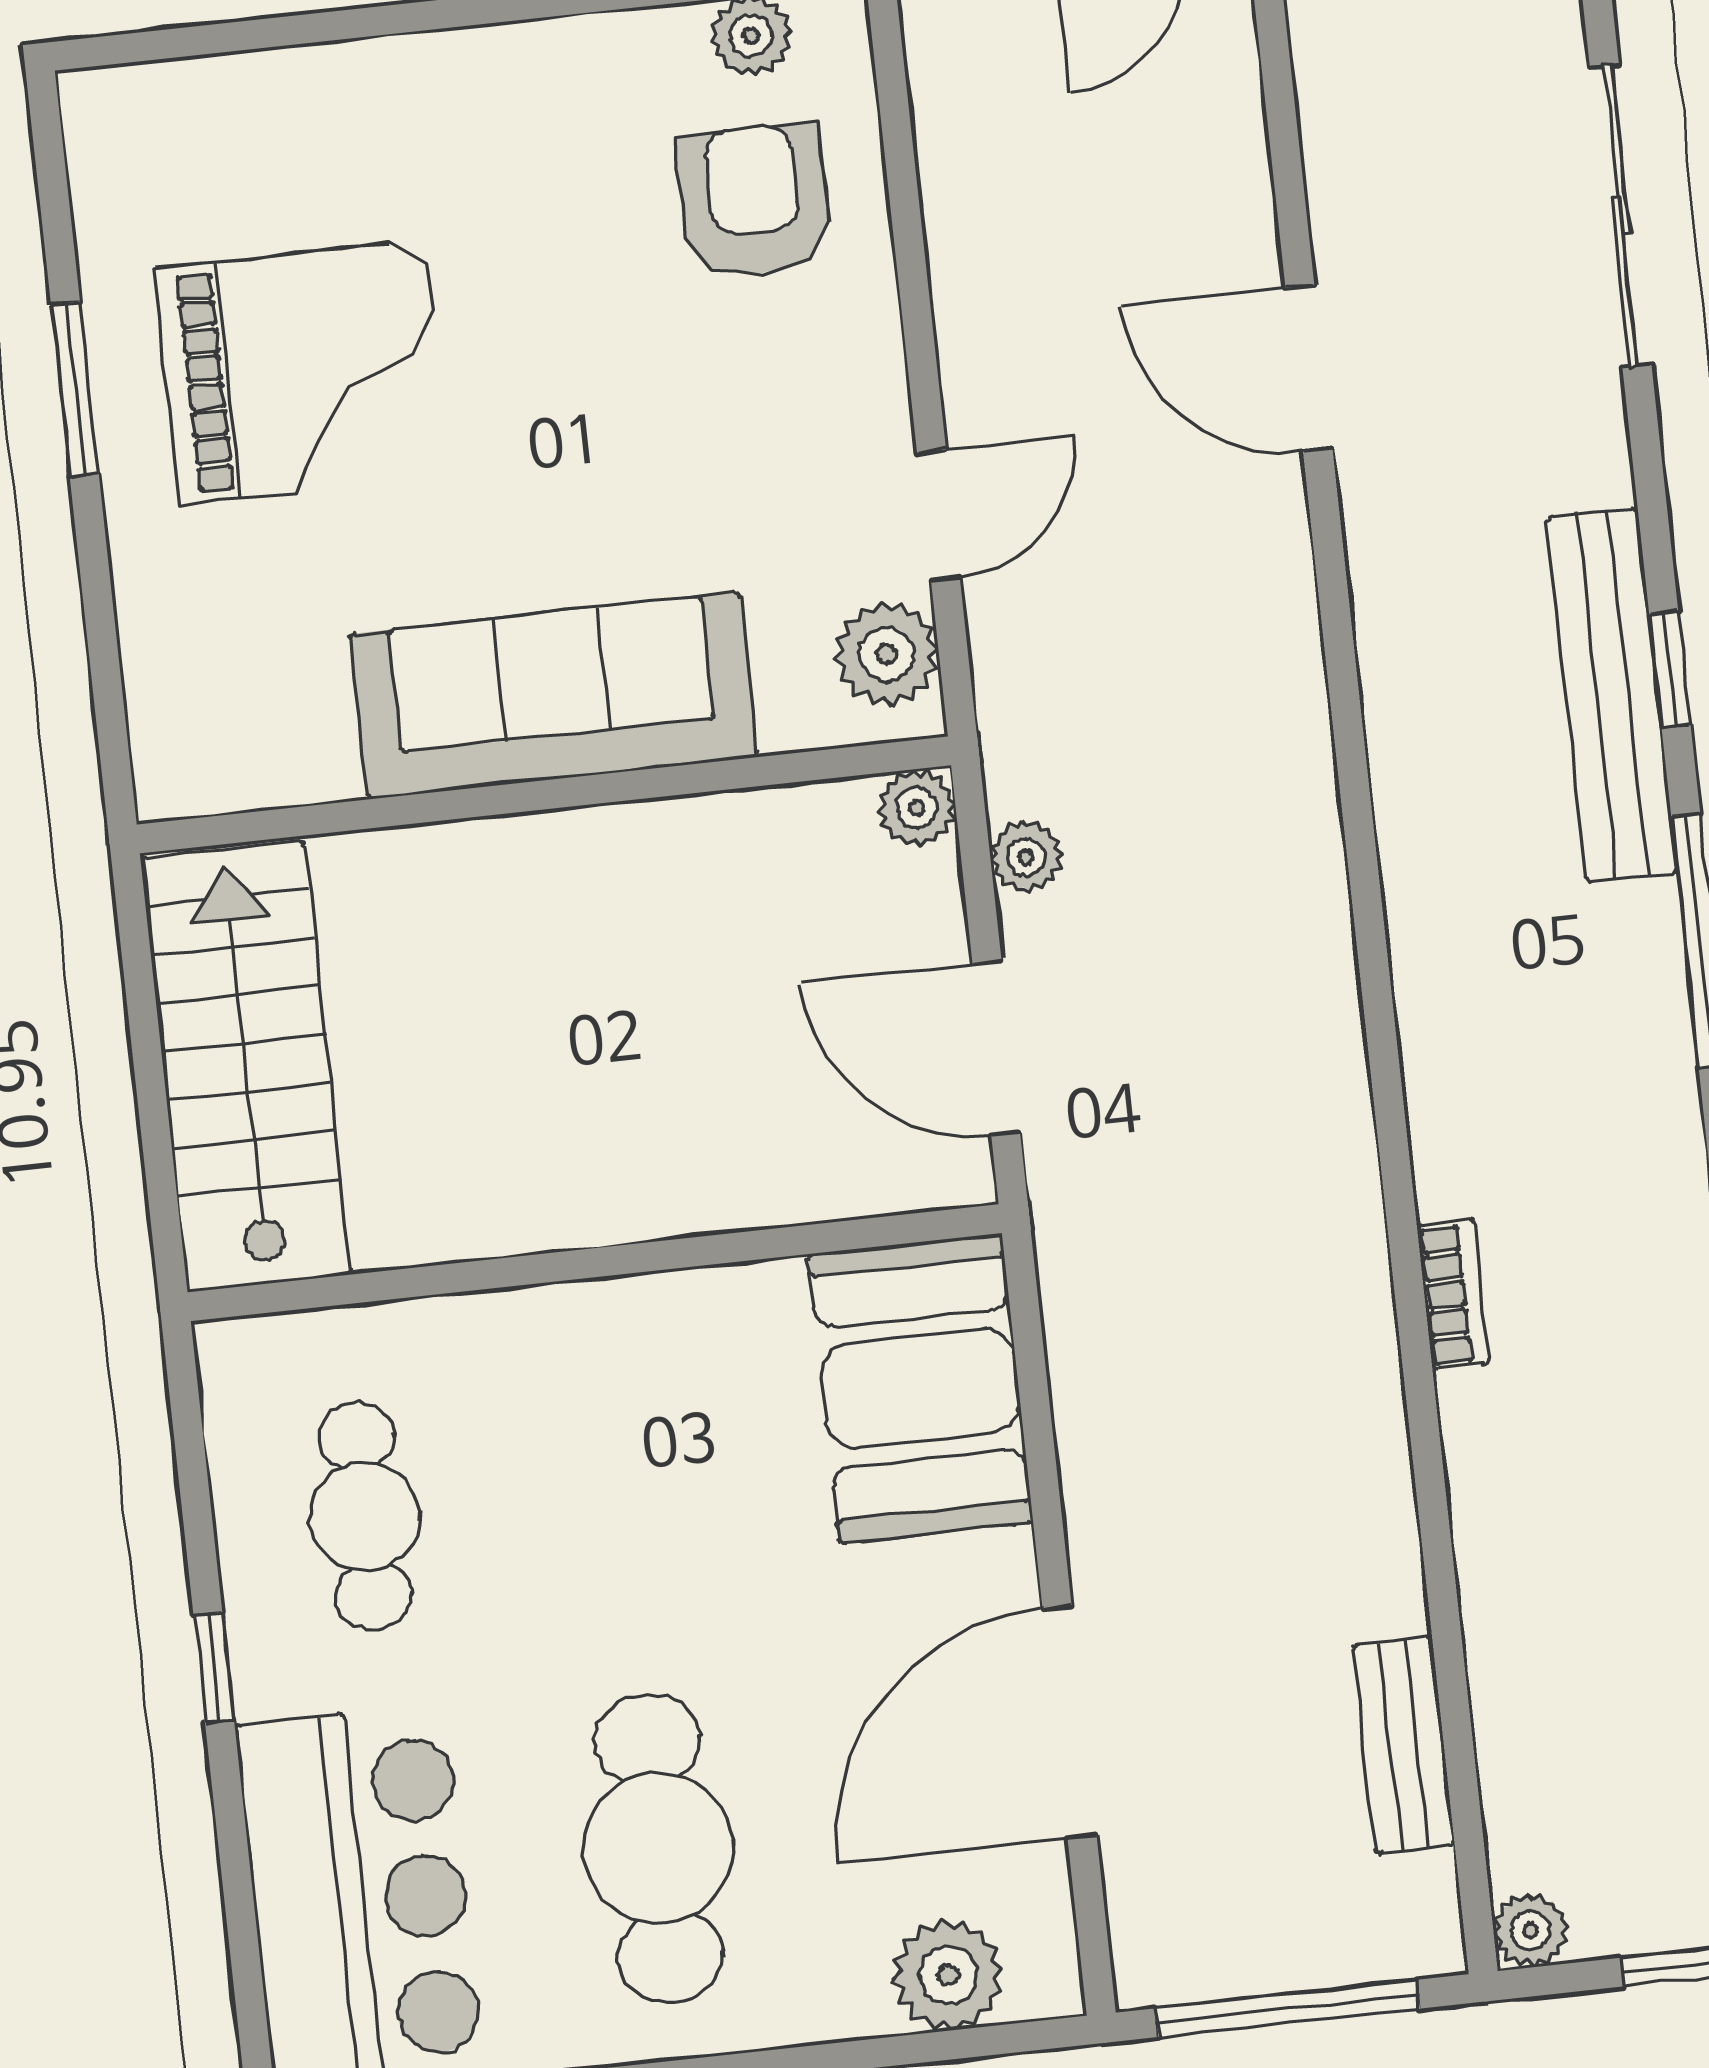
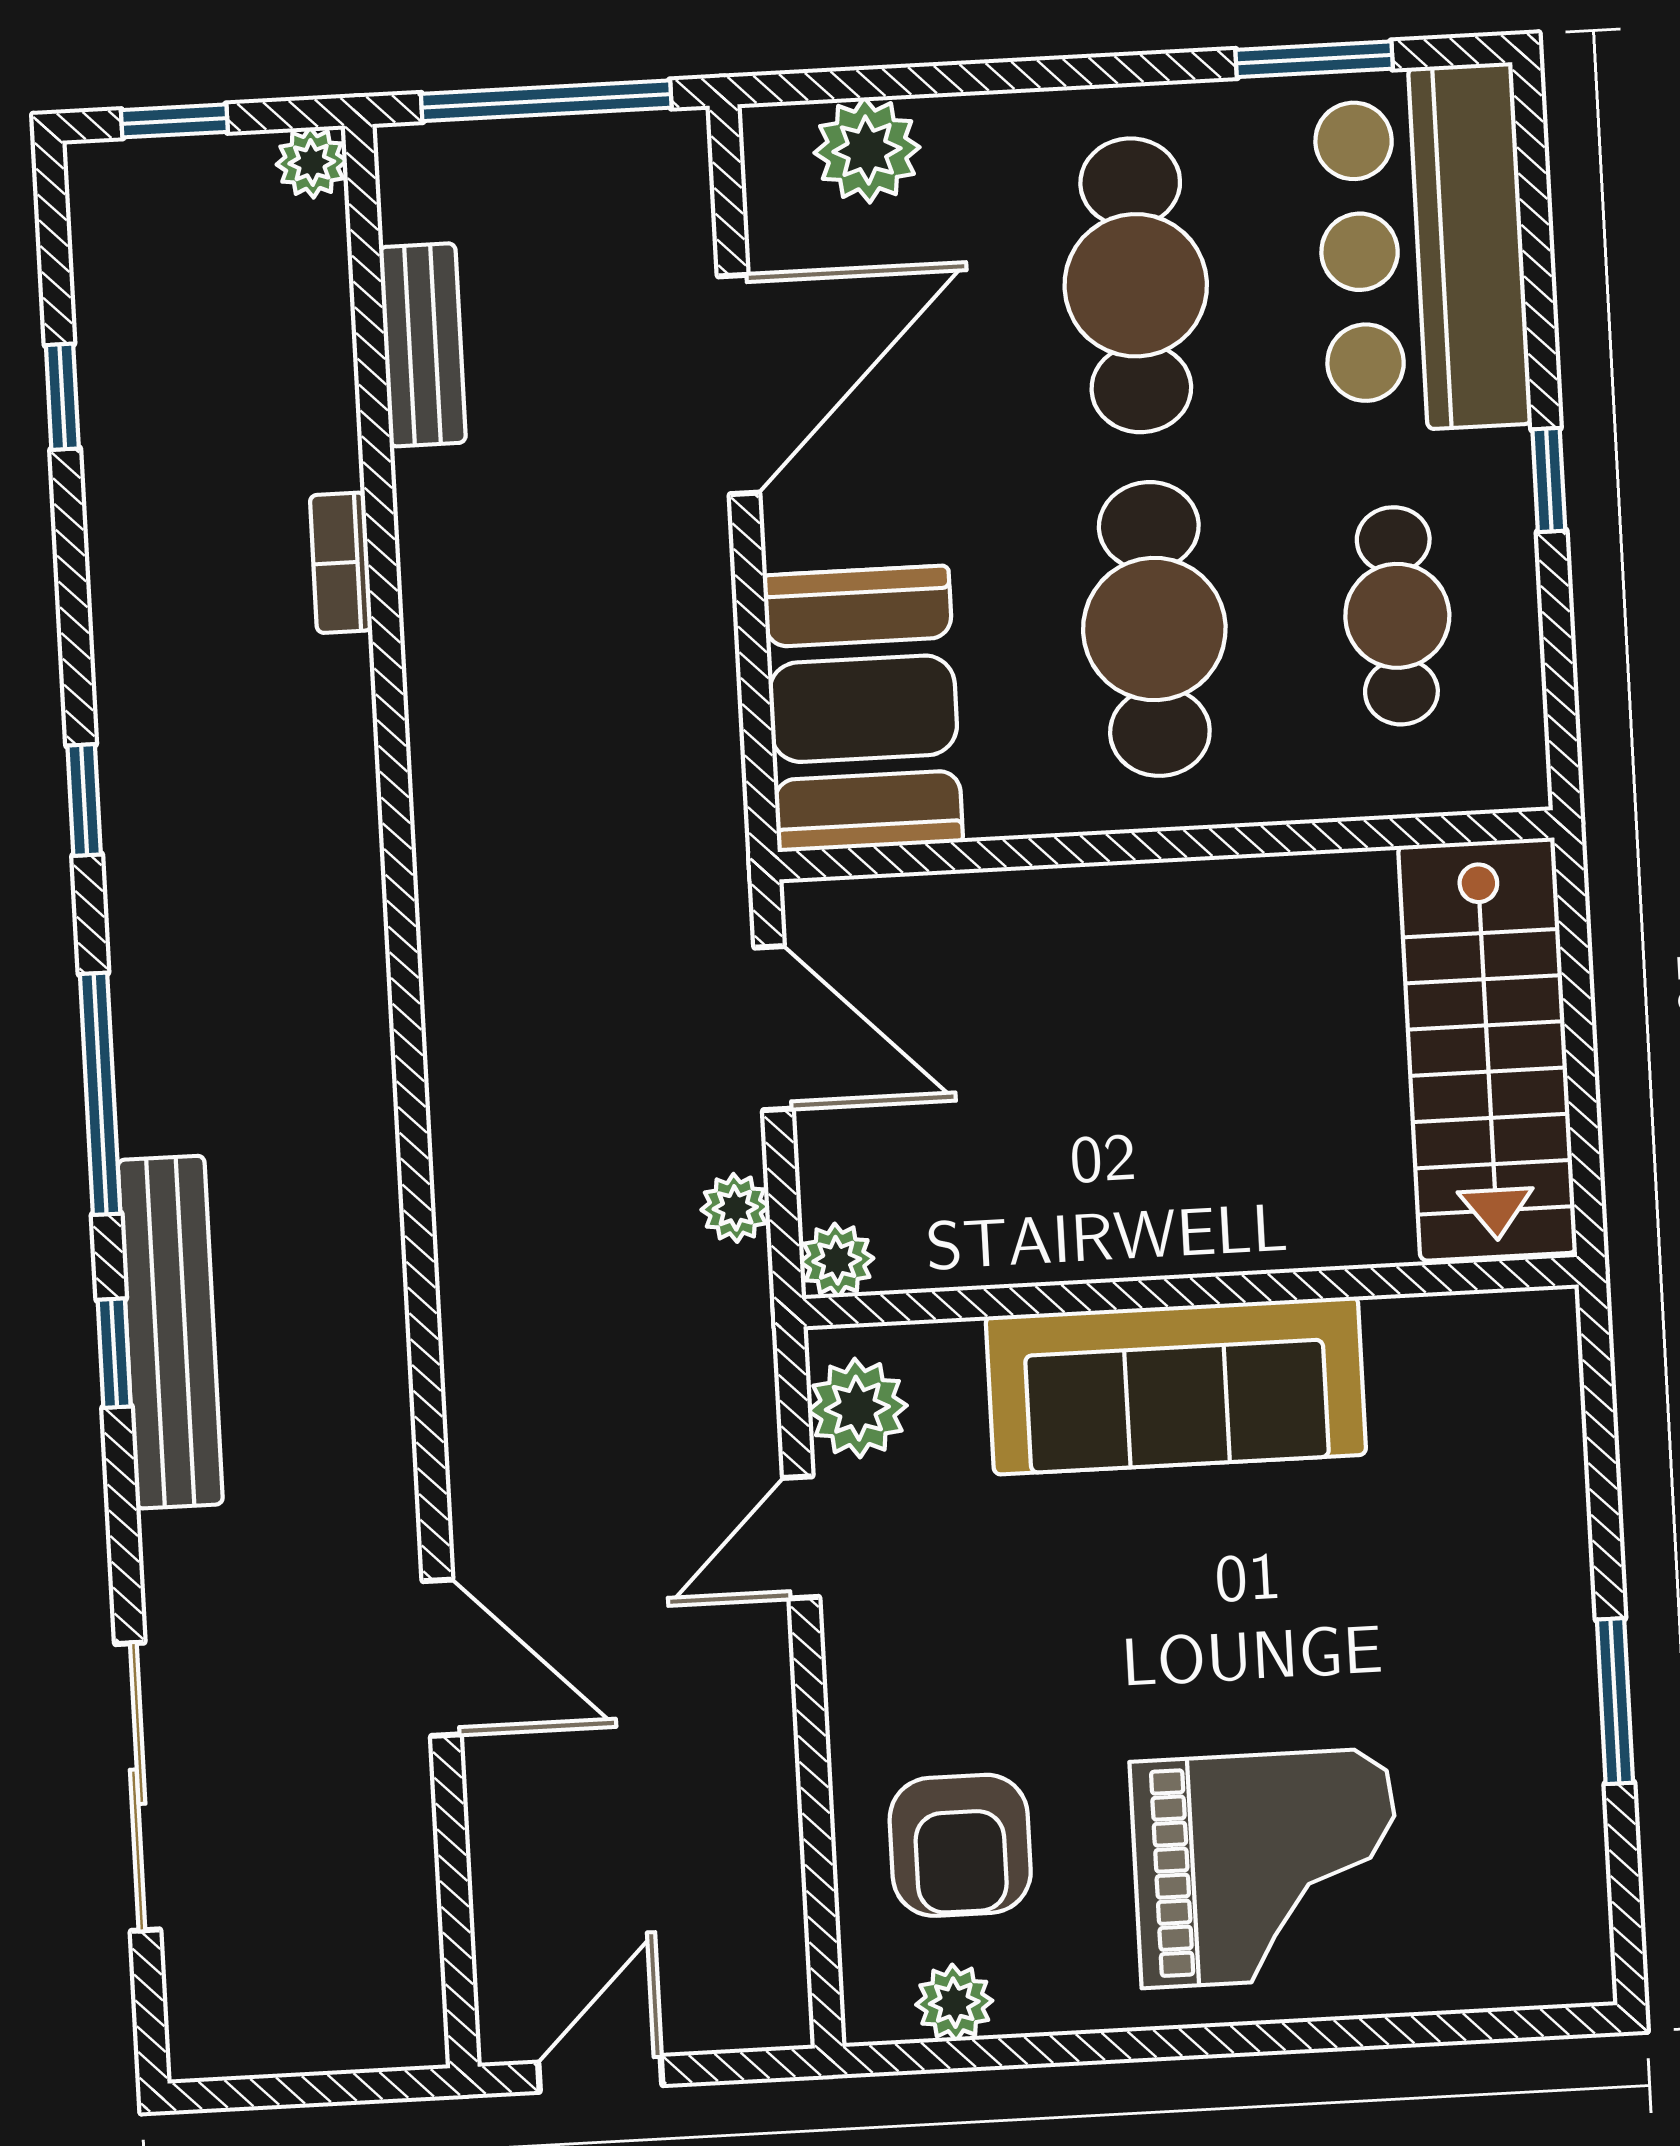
grand piano: (304, 372) -> (1266, 1868), moved, turned 180
bookcase: (1453, 1294) -> (341, 563), moved
cafe table: (619, 1489) -> (1154, 629), added

